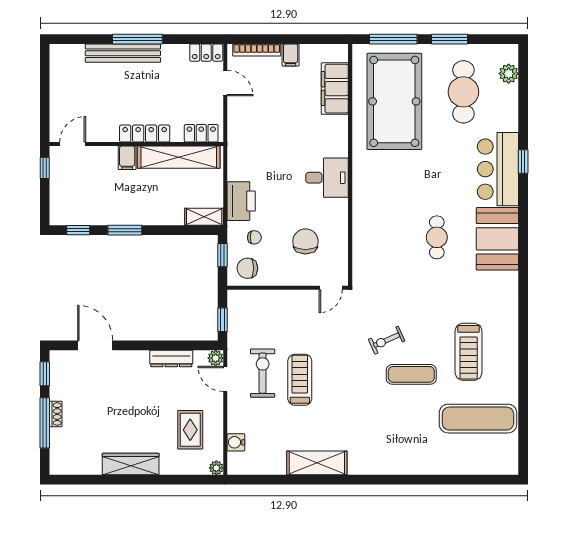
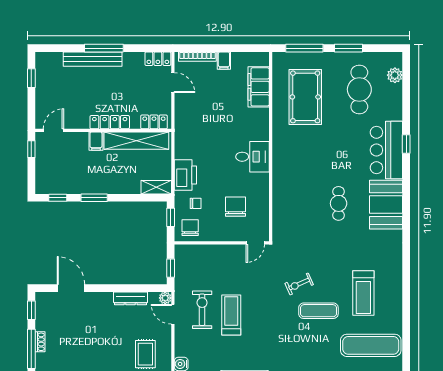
window: (45, 77) -> (31, 78), added
pool table: (394, 101) -> (305, 97), width x0.73, depth x0.76
chair: (247, 268) -> (190, 228), turned 90

